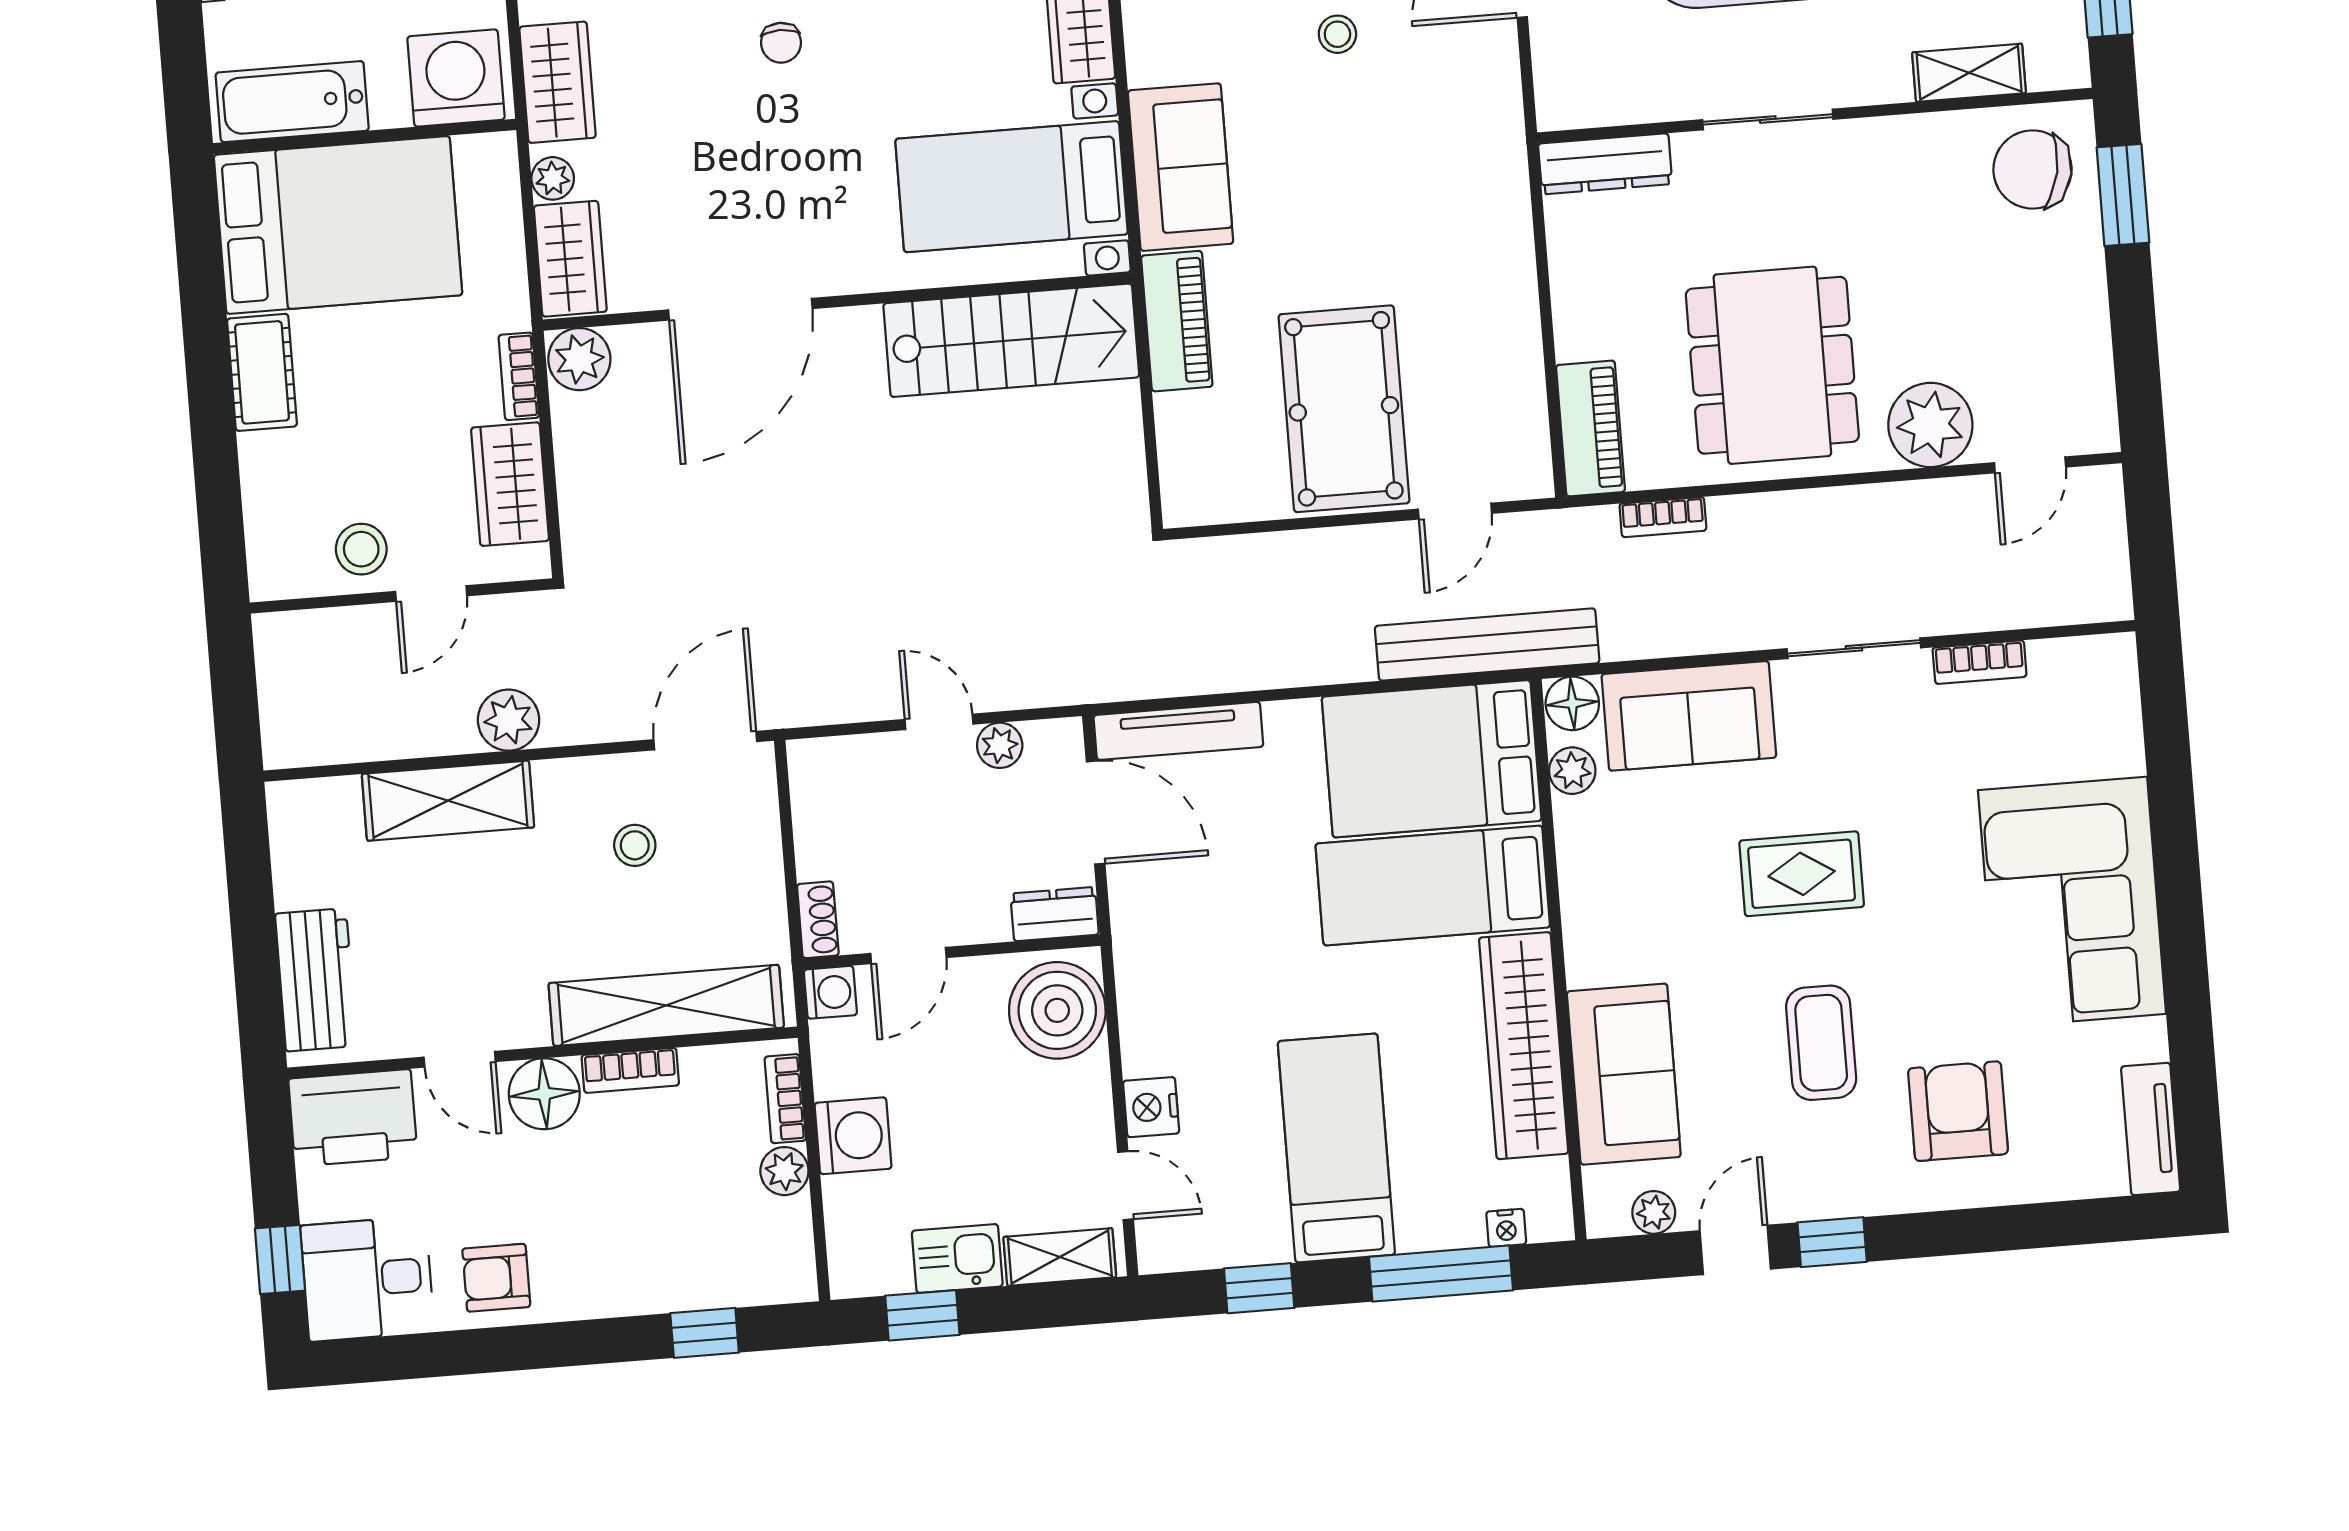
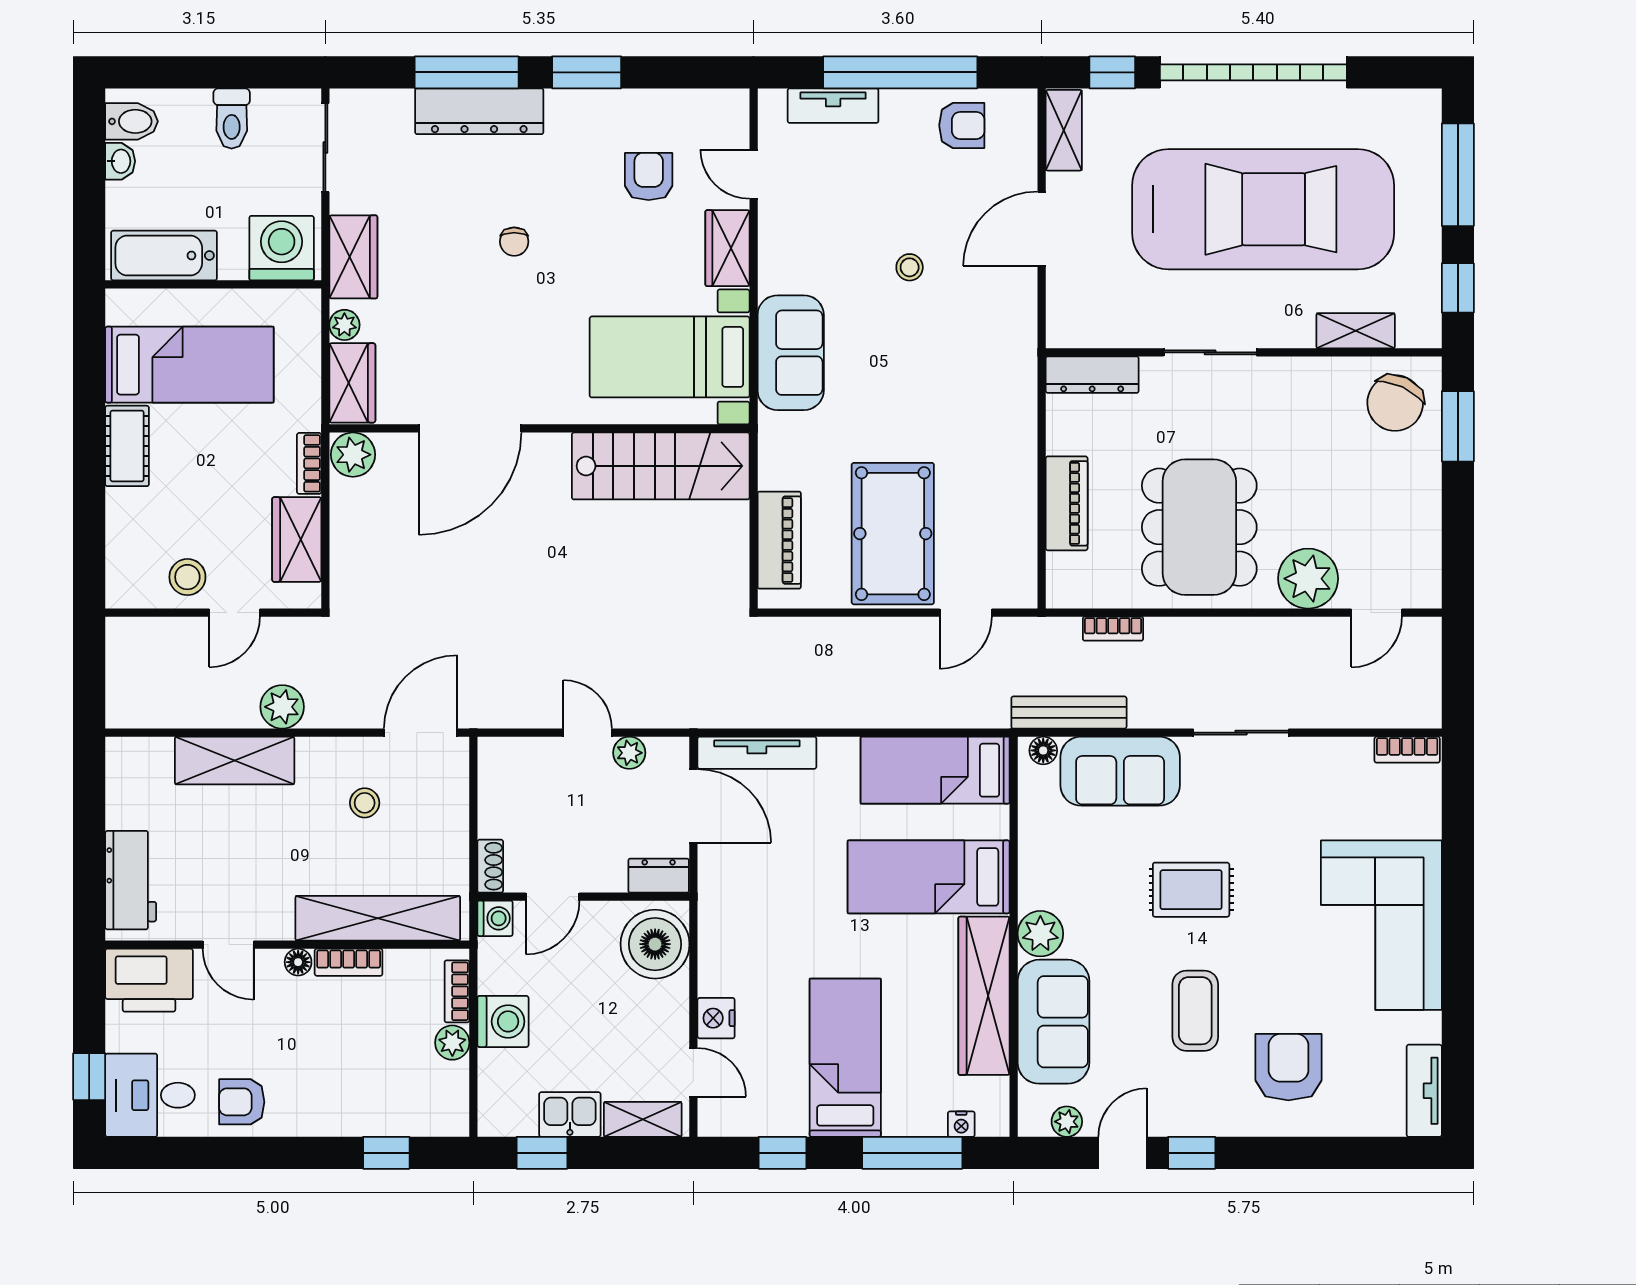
chair: (2032, 169) -> (1395, 403), turned -76
bed: (338, 225) -> (189, 365), width x0.67
piano: (1177, 321) -> (779, 540), moved
piano: (1590, 428) -> (1067, 503), moved
bench: (1487, 645) -> (1069, 712), moved, width x0.73, depth x0.82
bookcase: (1980, 662) -> (1407, 750), moved
floor lamp: (1572, 703) -> (1043, 750), width x0.73, depth x0.73
bed: (1432, 759) -> (935, 770), width x0.67
plant: (1572, 771) -> (1040, 934), moved, width x1.38, depth x1.38
floor lamp: (544, 1094) -> (298, 962), width x0.53, depth x0.53

